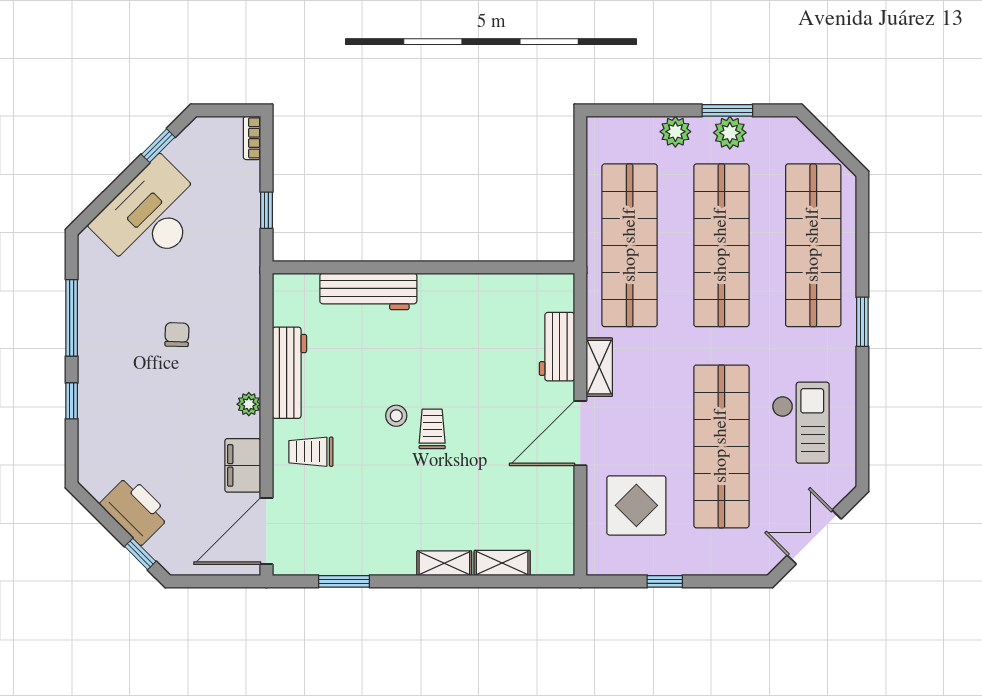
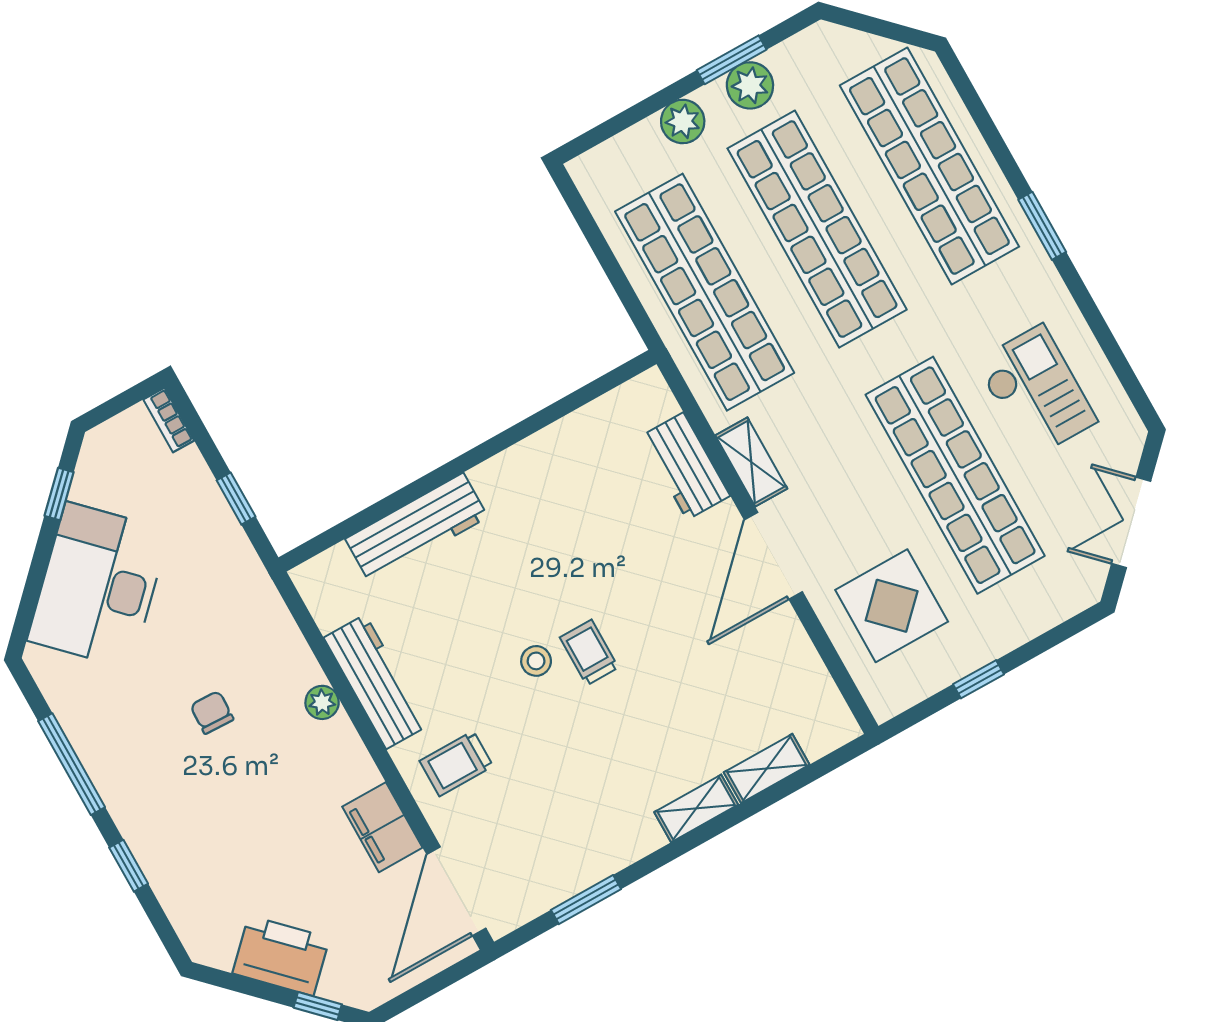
plant: (249, 404) -> (322, 702), moved

